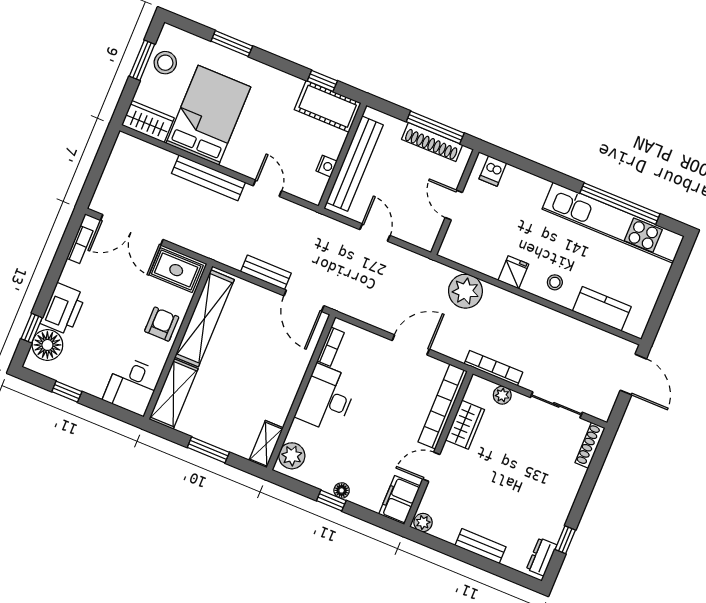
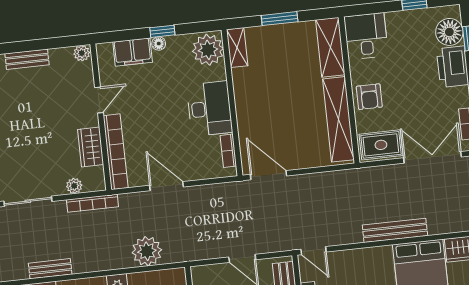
door: (267, 188) -> (314, 251), moved
bench: (266, 272) -> (50, 269), moved
door: (411, 345) -> (167, 186), swing flipped
plant: (292, 456) -> (208, 50), width x1.36, depth x1.36
filing cabinet: (400, 500) -> (133, 52), moved, turned 90

